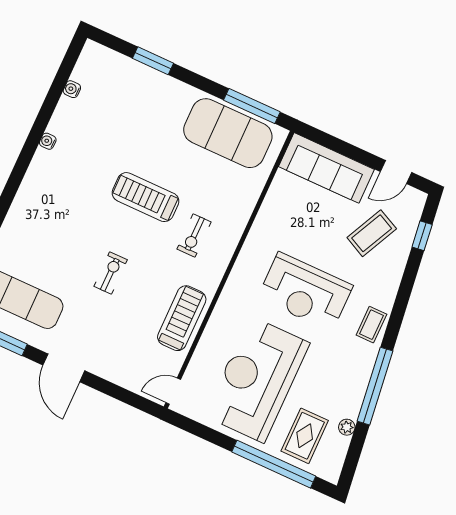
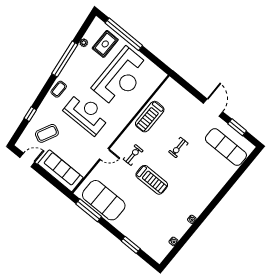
window: (422, 236) -> (30, 114), moved
door: (173, 391) -> (104, 154), moved

